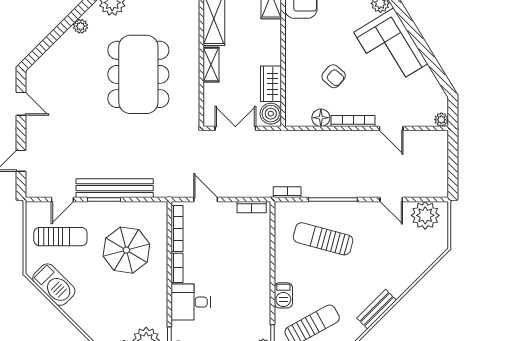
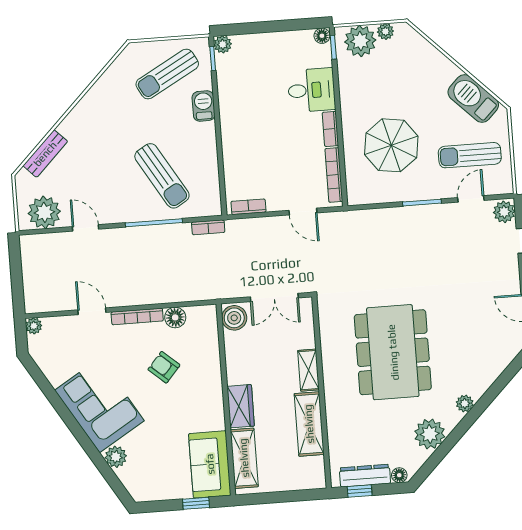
wardrobe: (271, 84) -> (241, 406), moved
plant: (35, 186) -> (504, 212), added
bench: (115, 188) -> (411, 217), removed
sun lounger: (323, 239) -> (162, 176), turned 44
bench: (377, 309) -> (45, 154), moved

